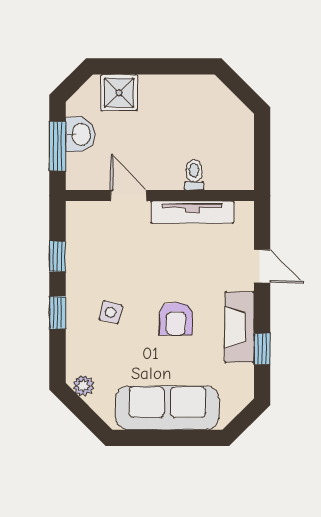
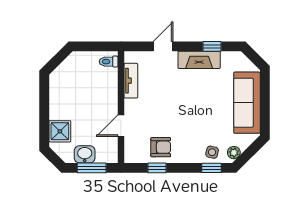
toilet: (194, 175) -> (109, 62), moved
tv unit: (192, 212) -> (131, 81), width x0.71
side table: (111, 312) -> (212, 152), moved
window: (58, 313) -> (211, 168), moved
armchair: (176, 319) -> (161, 147), moved

